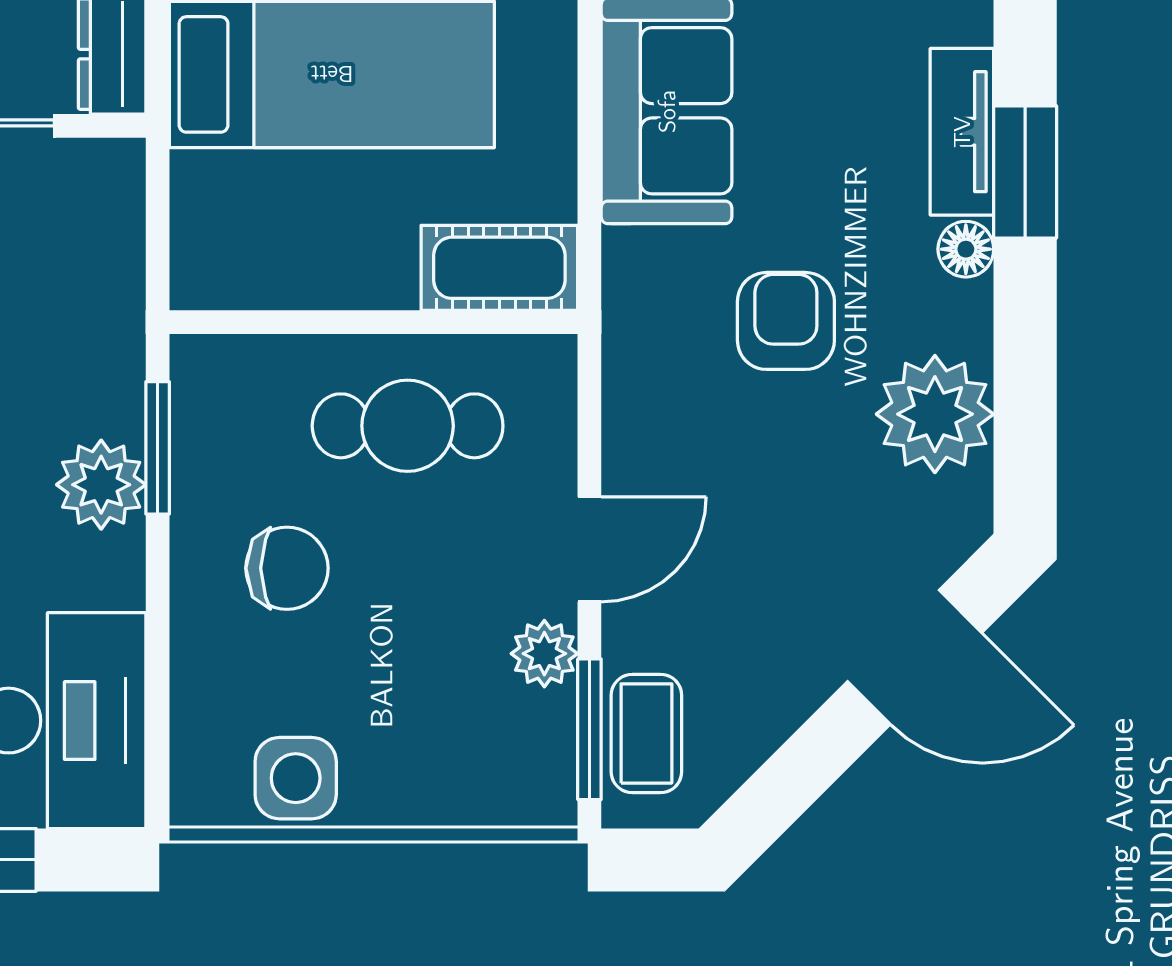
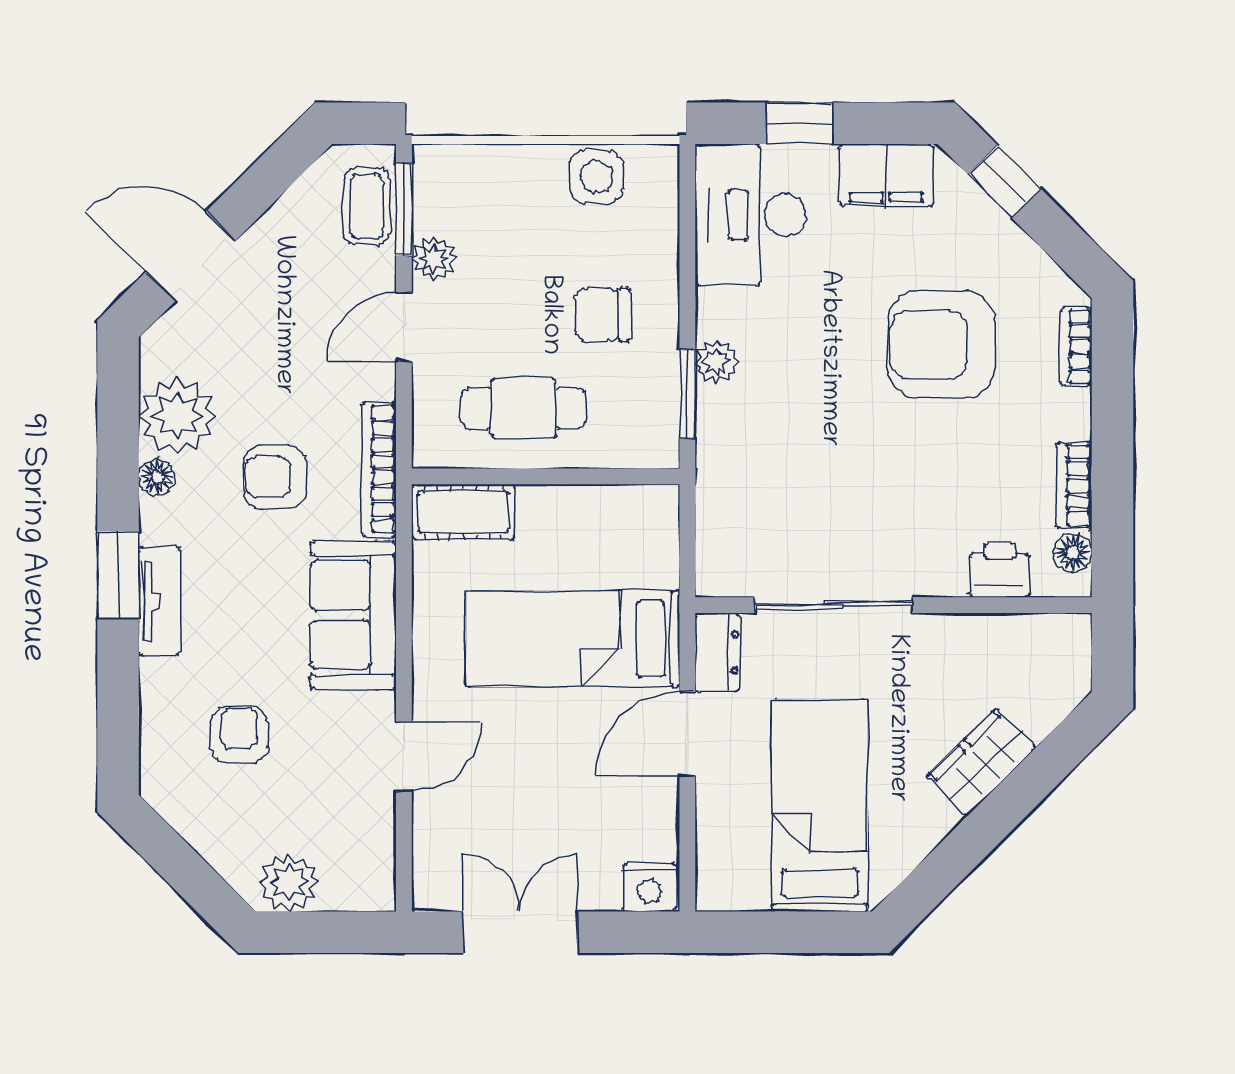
floor lamp: (966, 249) -> (157, 477), moved
armchair: (786, 321) -> (275, 477), turned 90
bookcase: (628, 333) -> (379, 469), added
plant: (101, 485) -> (716, 362), width x0.73, depth x0.73

